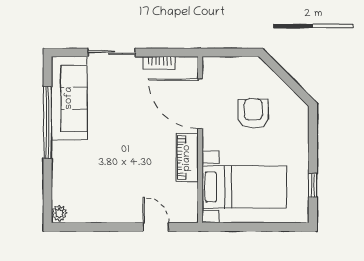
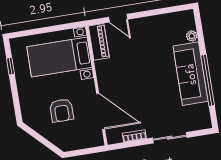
sofa: (69, 98) -> (191, 74), moved
piano: (187, 158) -> (99, 42), moved
plant: (59, 213) -> (192, 36), moved

